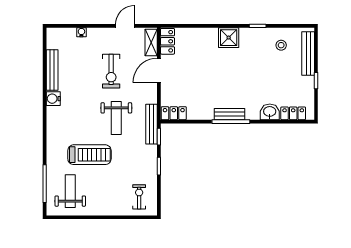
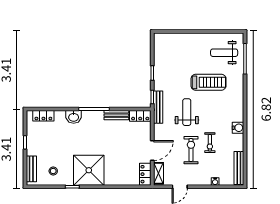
shower: (229, 38) -> (89, 170), width x1.86, depth x1.86
bench: (308, 54) -> (31, 169), width x0.73
bench: (52, 70) -> (239, 168), moved
washbasin: (270, 112) -> (74, 117), moved
bench: (229, 114) -> (116, 115), moved
treadmill: (89, 155) -> (209, 82), turned 180
weight bench: (70, 191) -> (224, 53), turned 90
exercise bike: (139, 197) -> (210, 143), moved

